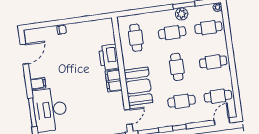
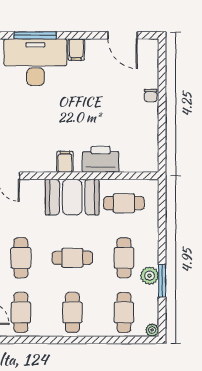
filing cabinet: (114, 81) -> (65, 162), width x0.50
booth: (138, 86) -> (72, 197), moved

